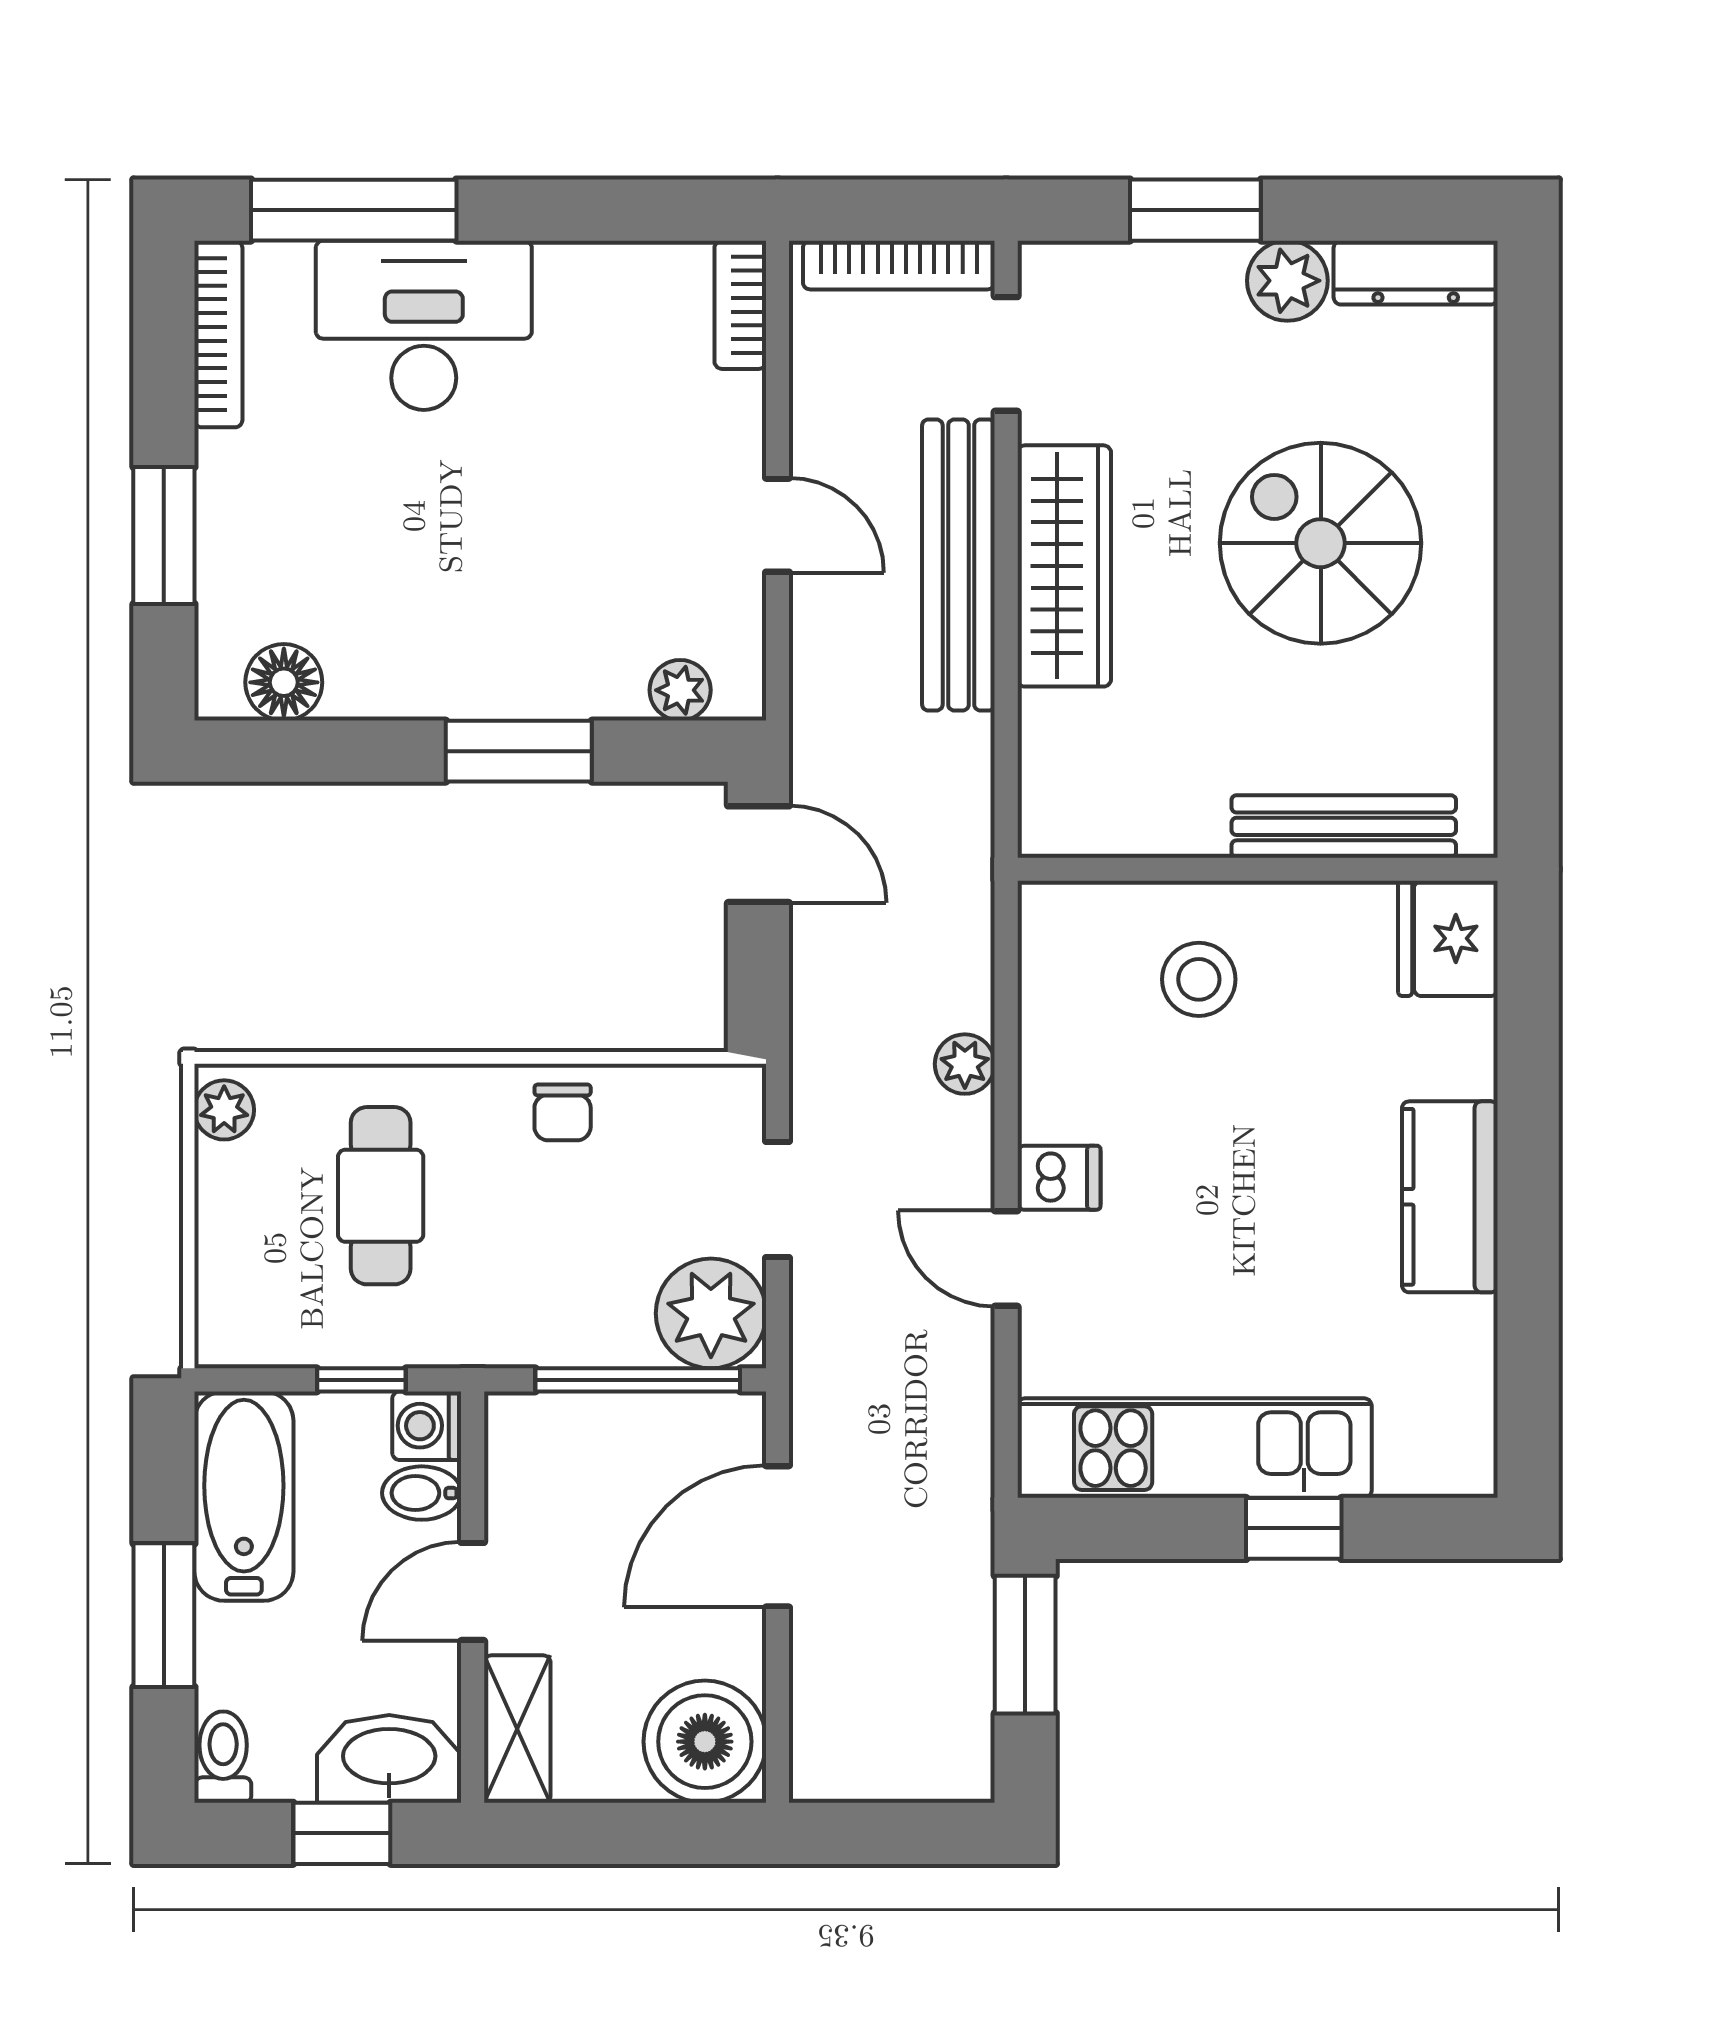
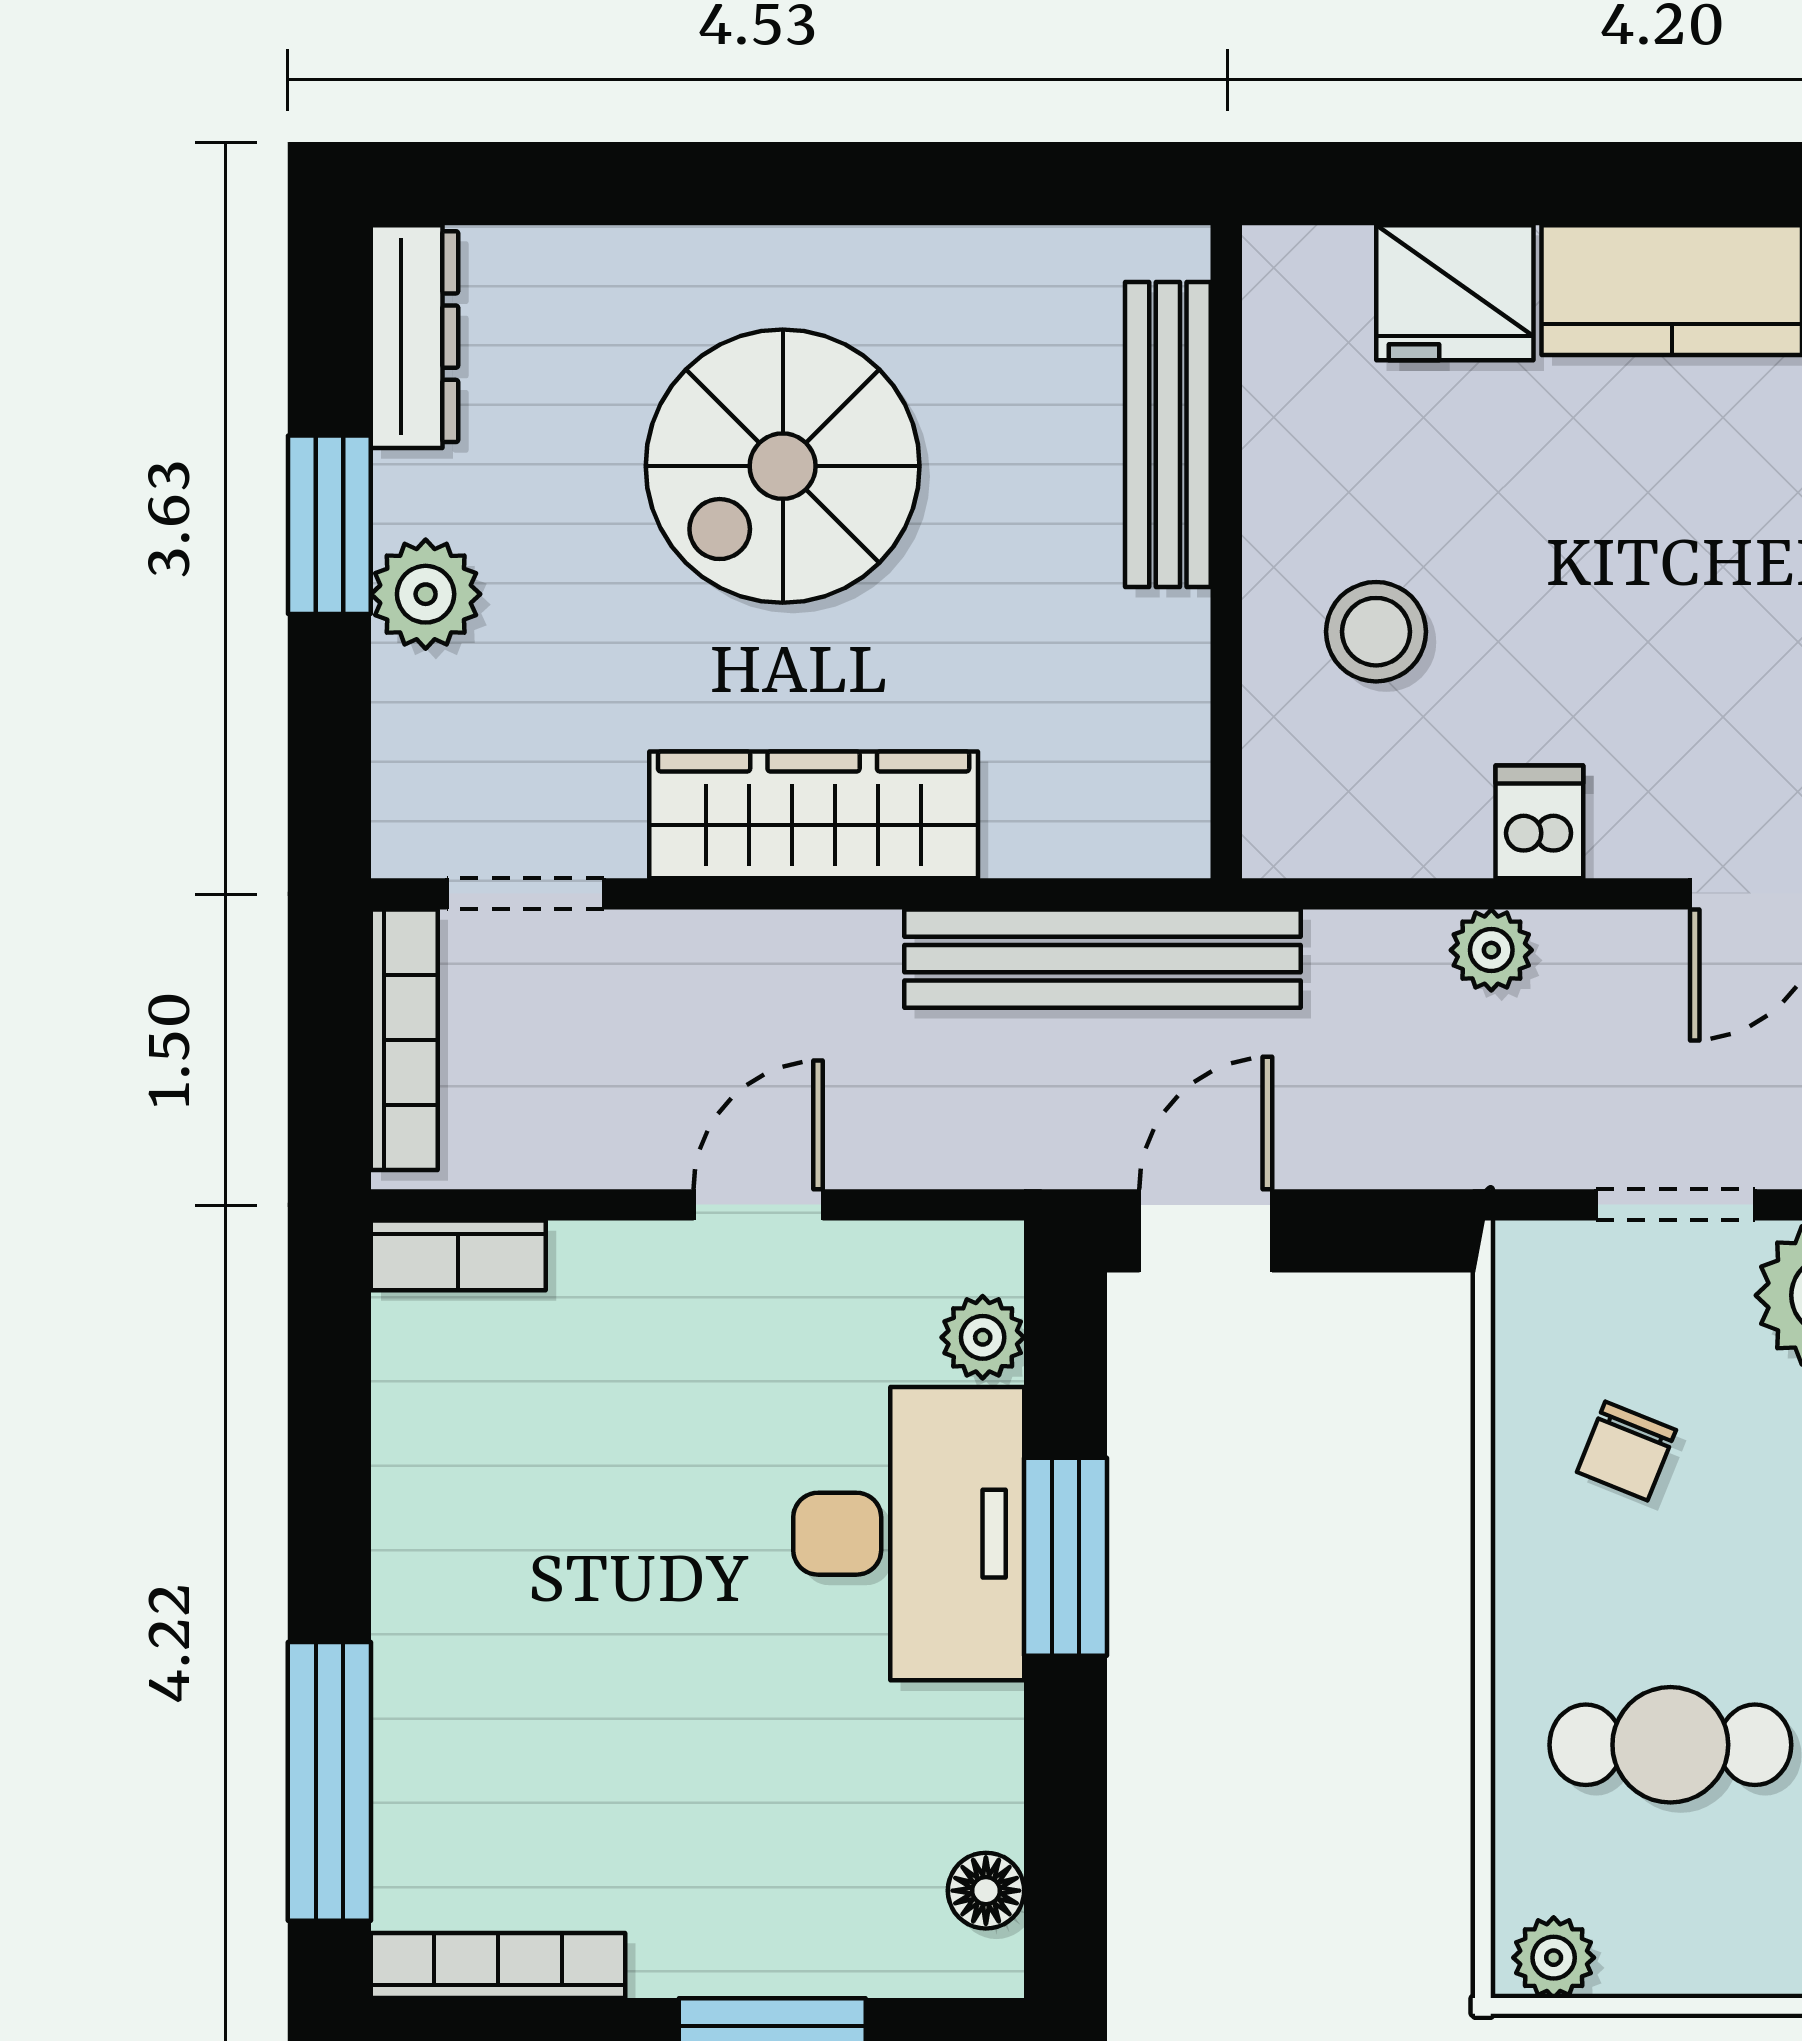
window: (1195, 210) -> (329, 525), moved
plant: (1287, 281) -> (426, 594), moved
desk: (424, 325) -> (909, 1534), moved, turned 180
bench: (958, 565) -> (1102, 959), moved
floor lamp: (284, 682) -> (986, 1891), width x0.73, depth x0.73
fridge: (1448, 938) -> (1455, 293), moved
chair: (563, 1112) -> (1626, 1451), moved, turned 112
dishwasher: (1059, 1178) -> (1539, 822), moved

